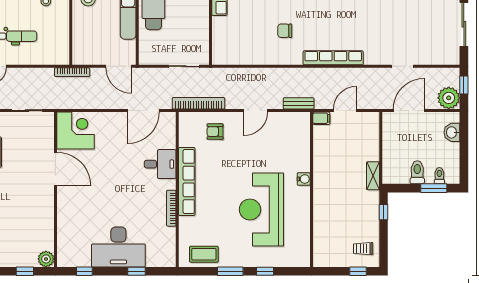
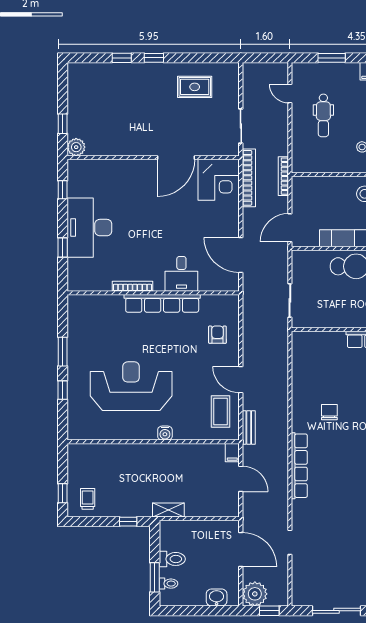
bookcase: (199, 103) -> (249, 178), moved
coffee table: (204, 254) -> (220, 412), moved

